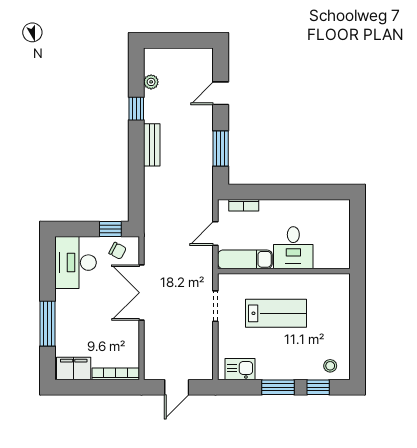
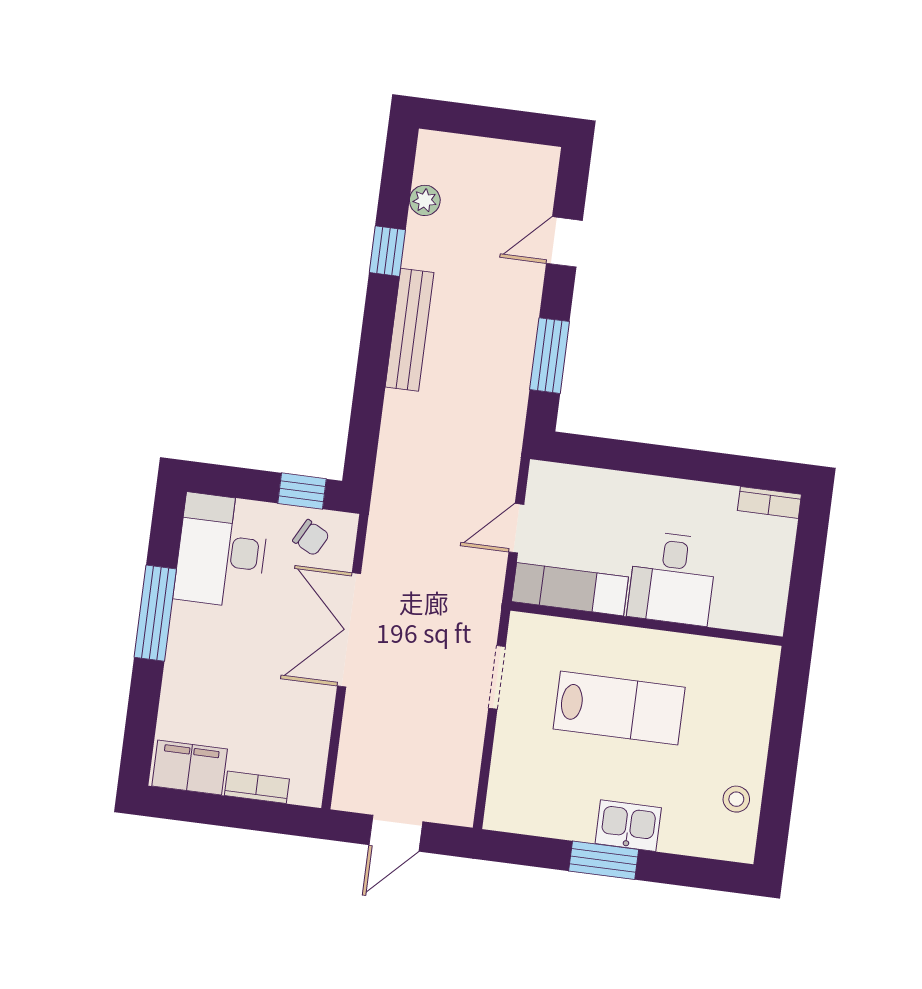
bench: (152, 145) -> (410, 330), width x1.36
bookcase: (244, 205) -> (769, 502), moved
window: (48, 324) -> (155, 613), moved
stool: (330, 366) -> (736, 799), moved
kitchen sink: (240, 369) -> (628, 826), moved
bookcase: (116, 374) -> (257, 787), width x0.64
window: (318, 387) -> (686, 871), removed

